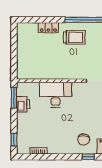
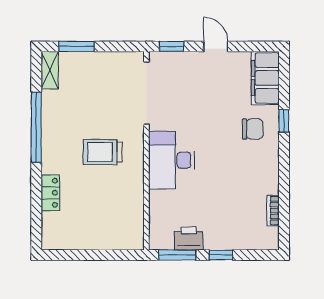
trolley: (74, 37) -> (103, 152), moved, turned -90
desk: (55, 95) -> (172, 160), moved
window: (14, 140) -> (221, 255), moved

